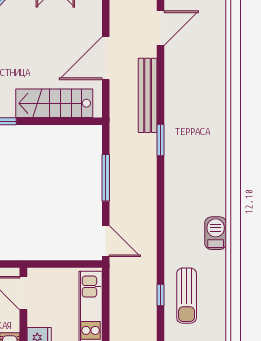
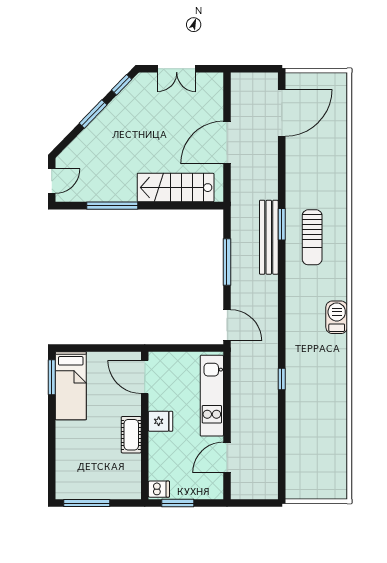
door: (161, 28) -> (282, 113), width x1.36
bench: (148, 95) -> (269, 237), moved
sun lounger: (187, 296) -> (312, 237), moved

